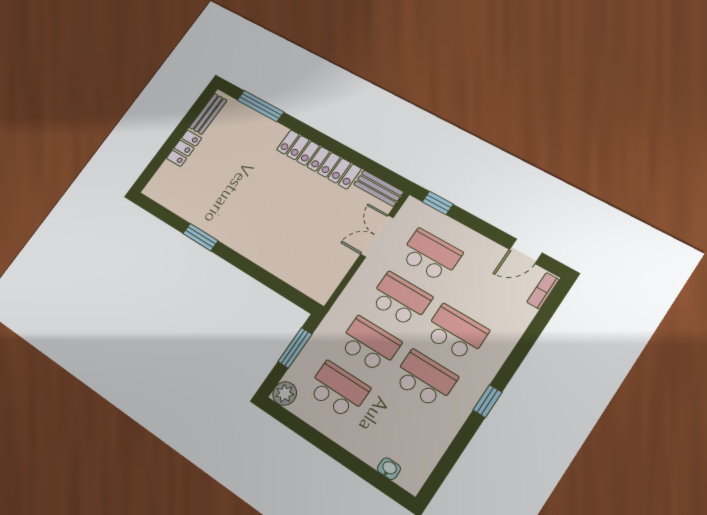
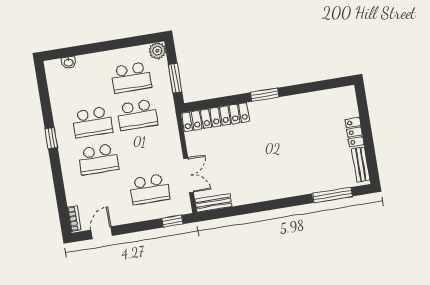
locker: (318, 159) -> (216, 117), moved, turned 180
window: (200, 237) -> (265, 95), moved
school desk: (400, 299) -> (143, 152), removed

